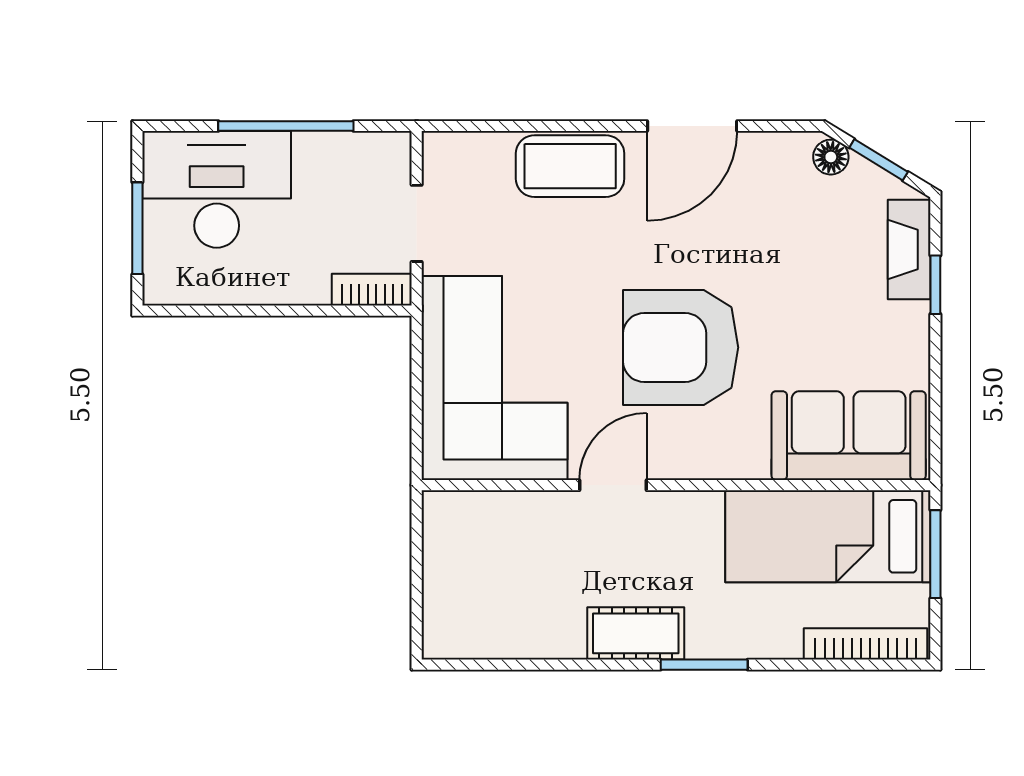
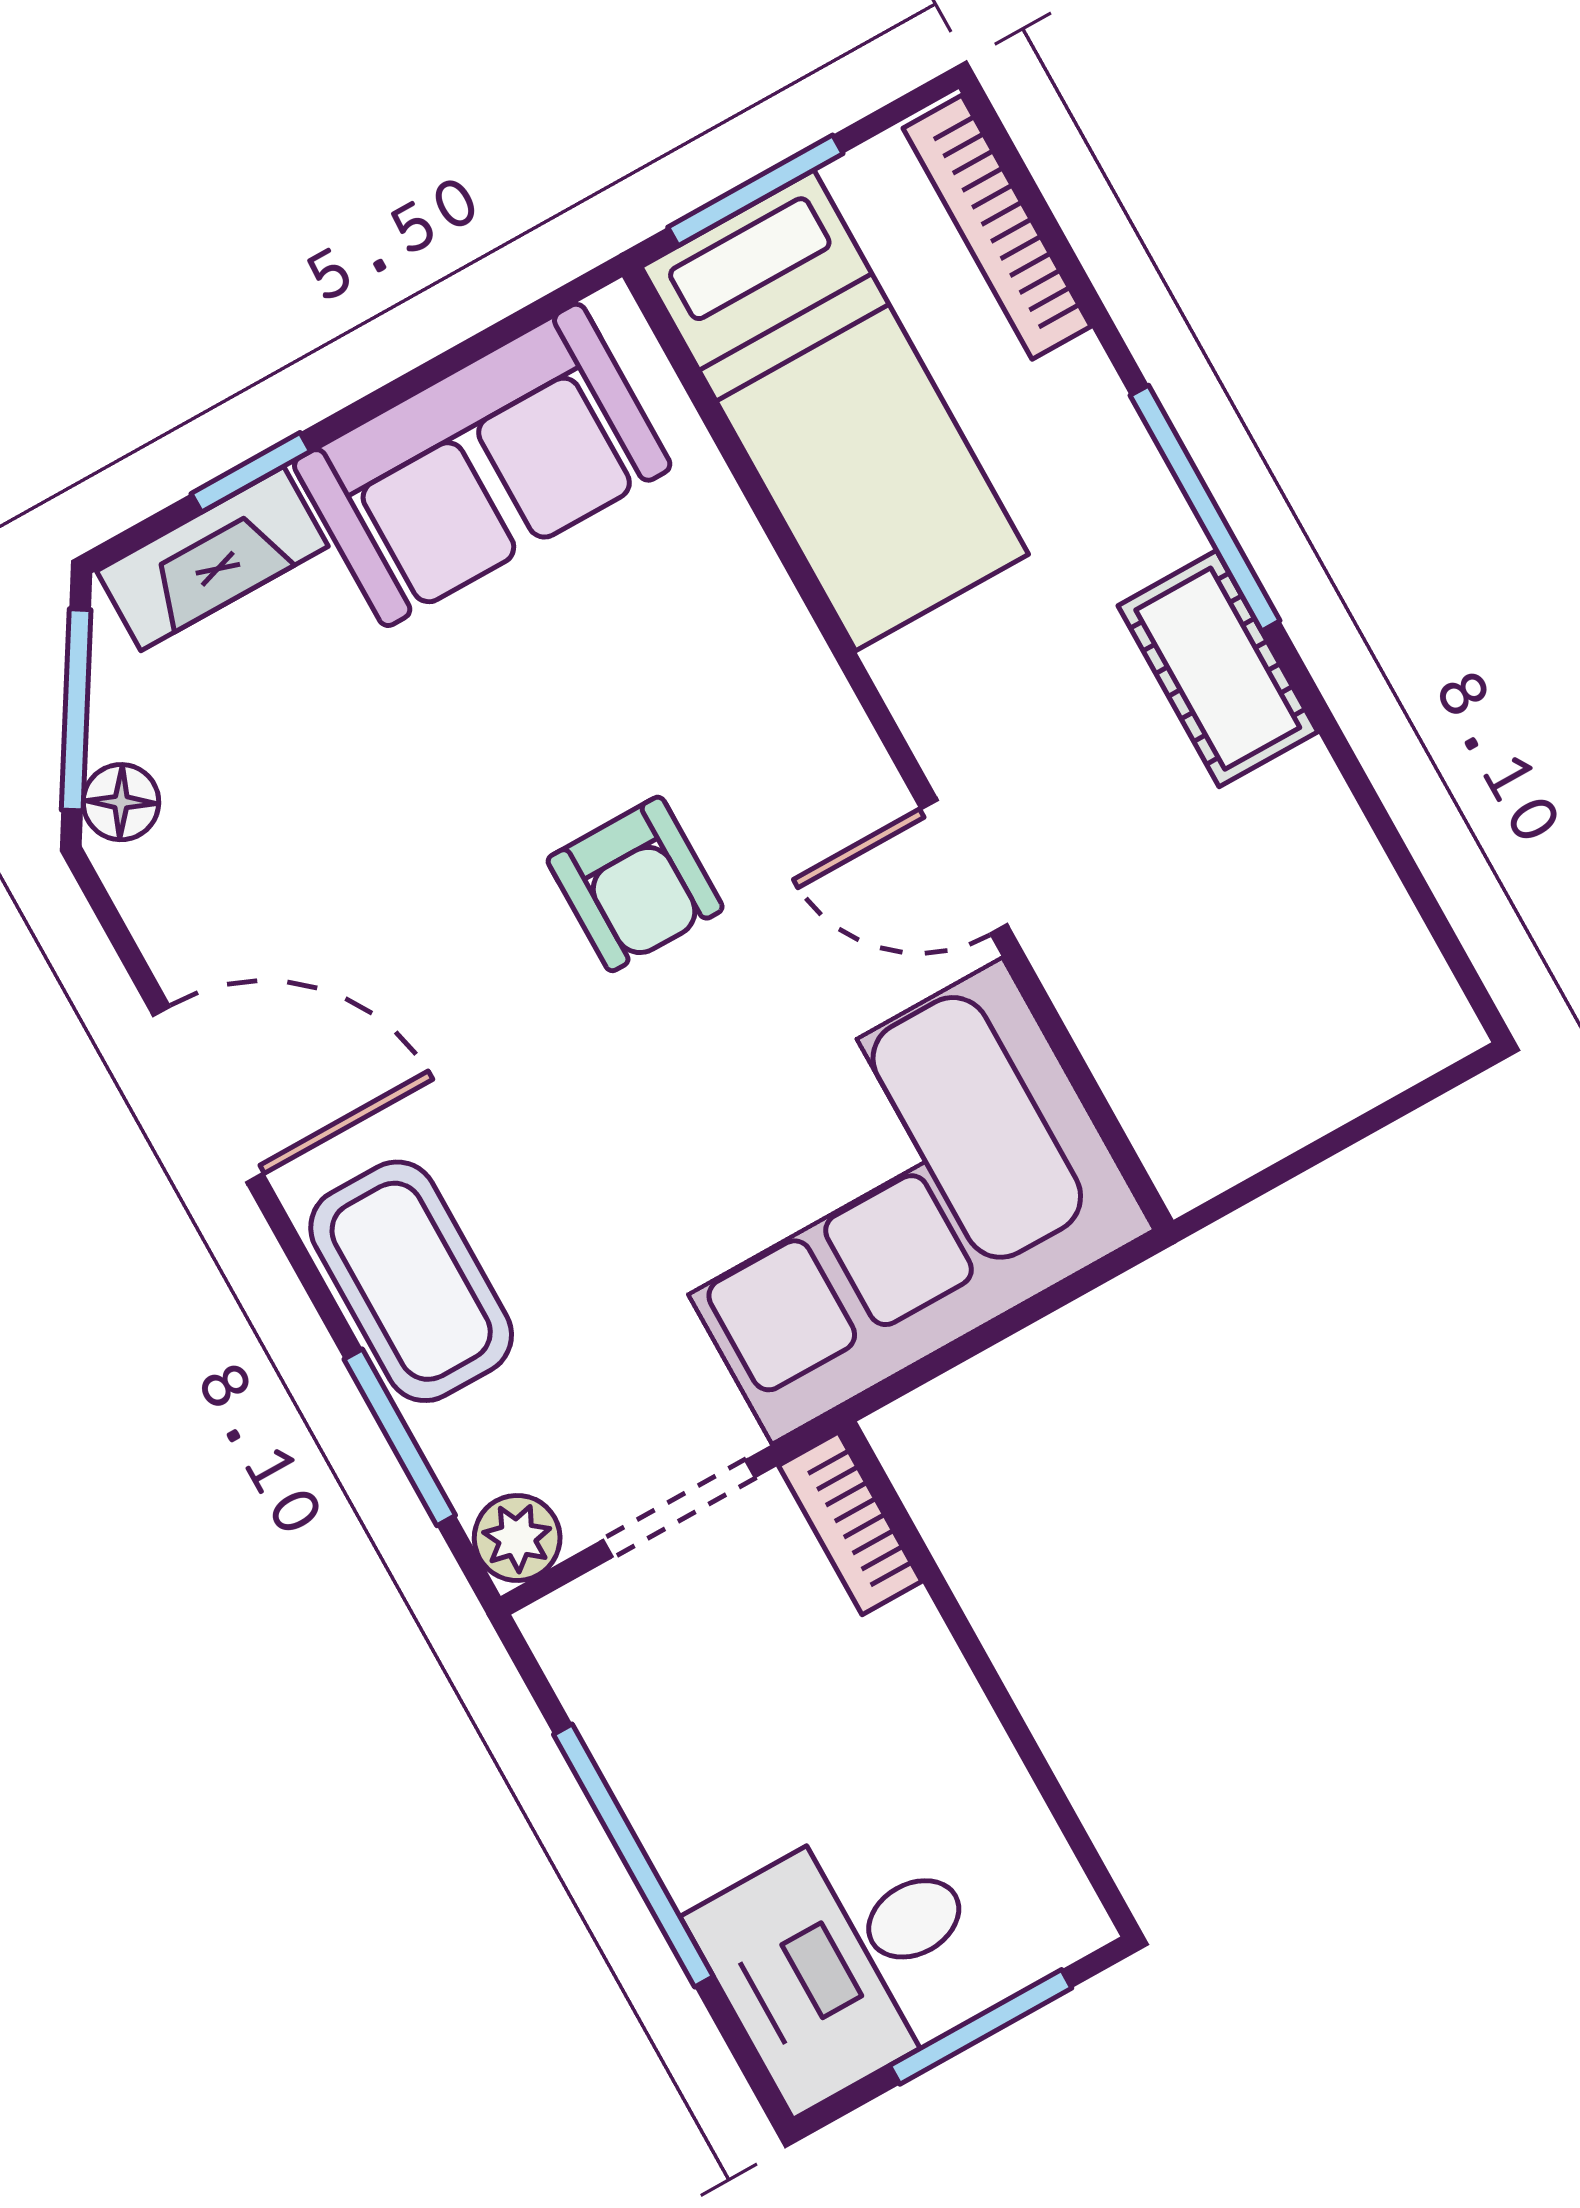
window: (509, 126) -> (400, 1437), added
plant: (442, 151) -> (517, 1538), added
window: (879, 160) -> (76, 710), width x1.50
desk: (217, 189) -> (846, 1957), width x0.73
armchair: (681, 347) -> (635, 884), width x0.53, depth x0.53
sofa: (849, 436) -> (482, 465), moved, turned -90
window: (704, 665) -> (1205, 508), width x1.44

